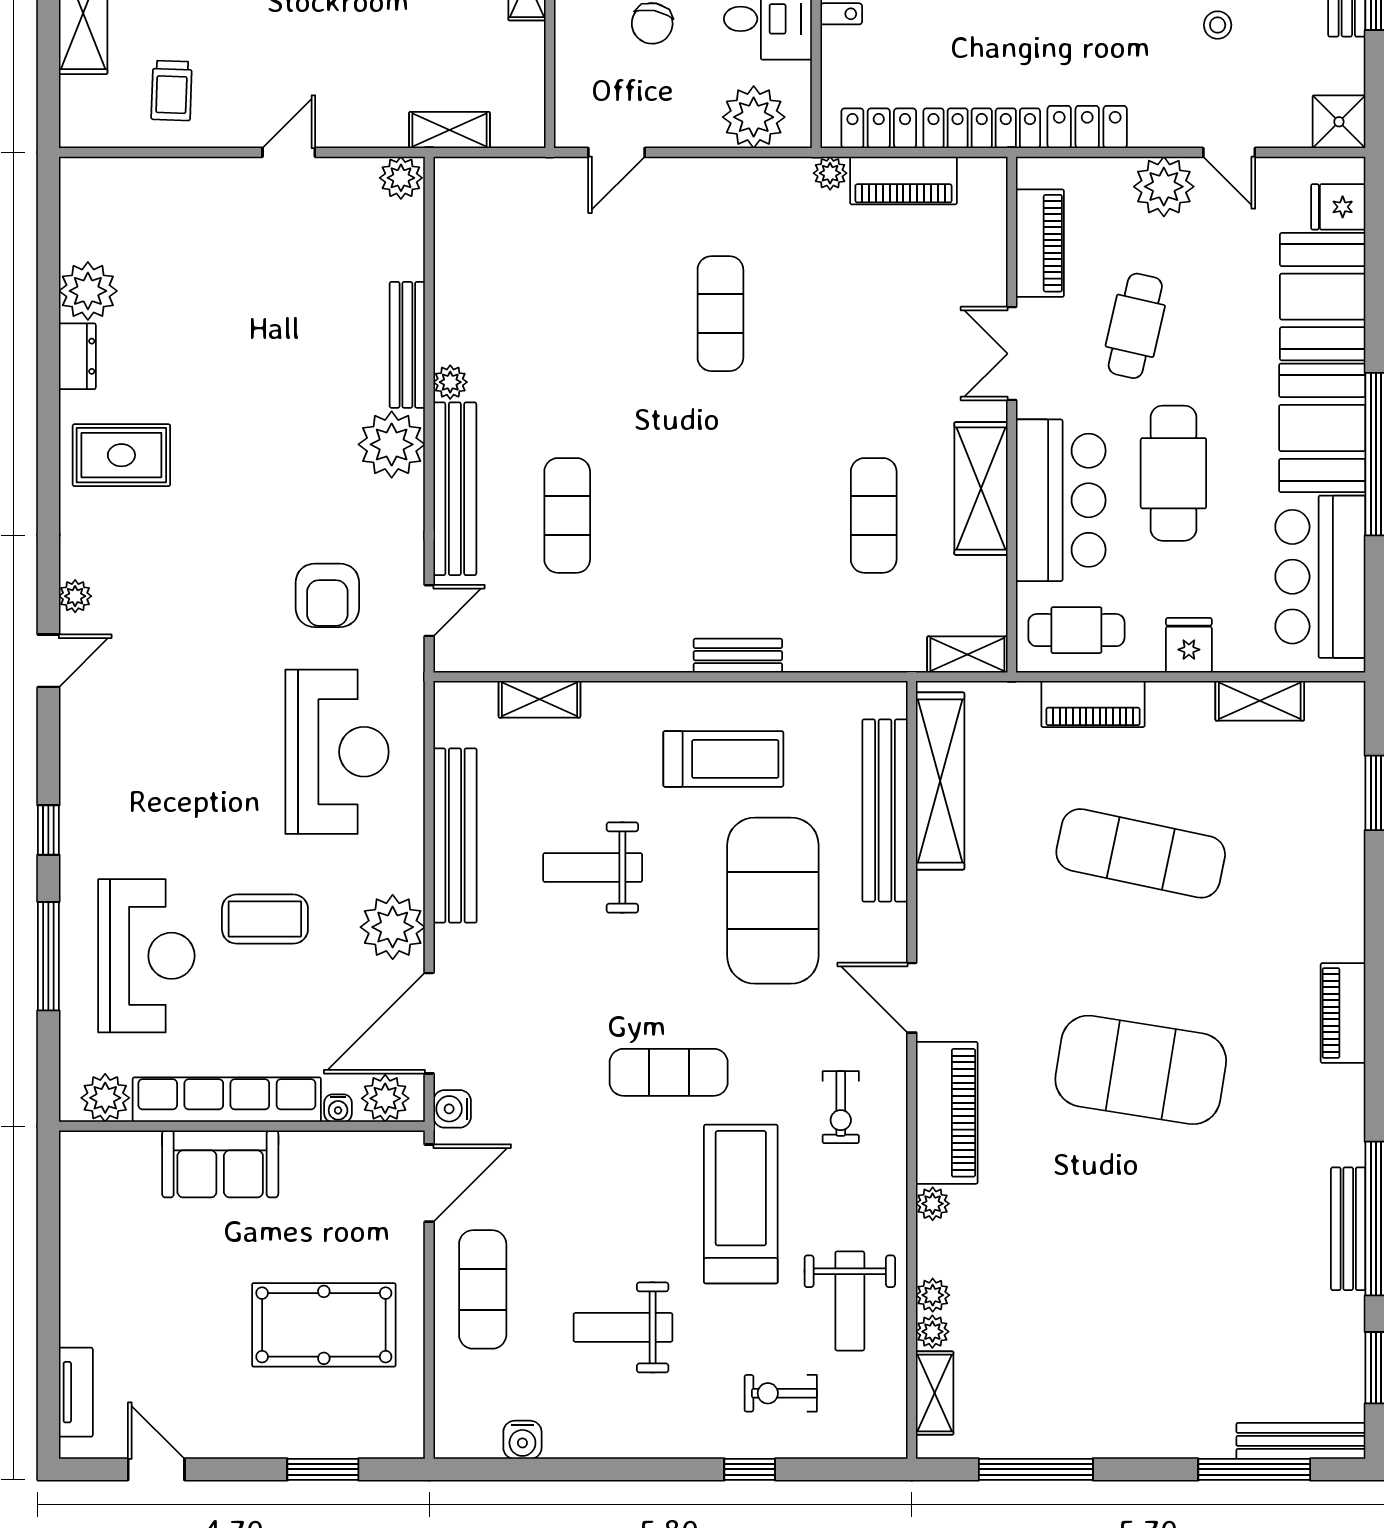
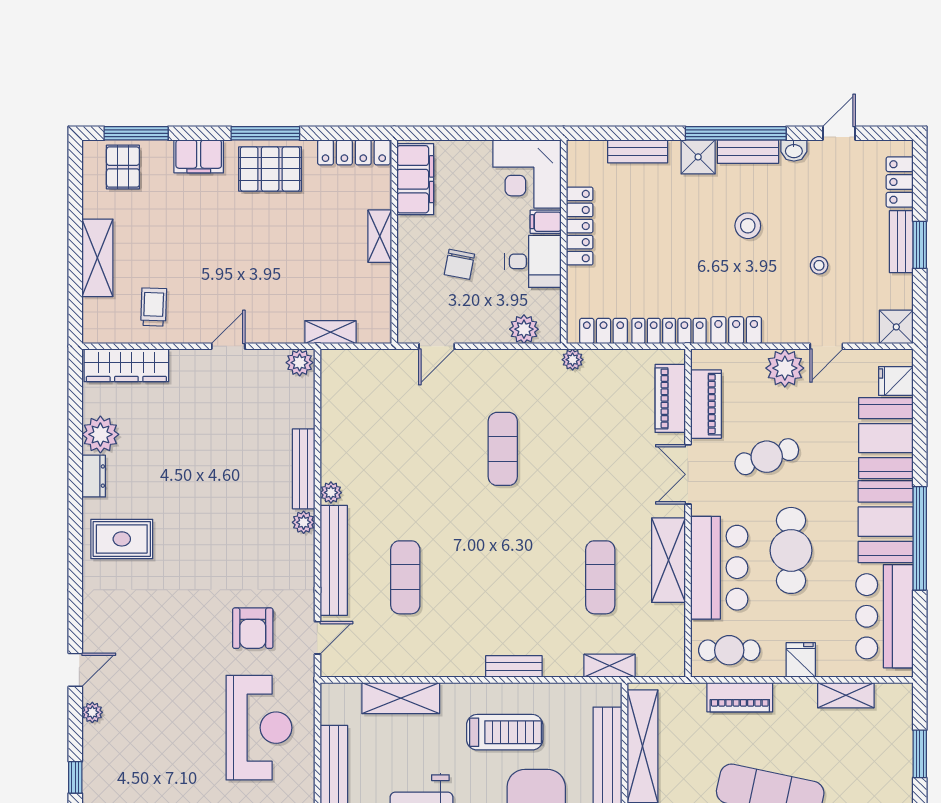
trolley: (172, 91) -> (154, 307), turned 180
plant: (754, 117) -> (524, 329), width x0.73, depth x0.73
door: (1229, 152) -> (826, 346), hinge flipped
piano: (903, 180) -> (670, 398), moved, turned 90
wardrobe: (129, 182) -> (126, 365), added
cafe table: (1135, 326) -> (767, 457), turned 59
plant: (392, 444) -> (304, 522), width x0.53, depth x0.53
plant: (75, 596) -> (92, 712), moved
shelving: (967, 654) -> (609, 666), moved
shelving: (540, 699) -> (401, 698), width x1.50, depth x1.33

